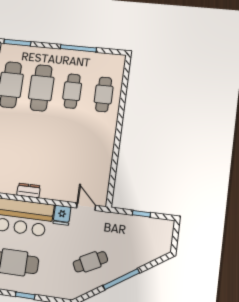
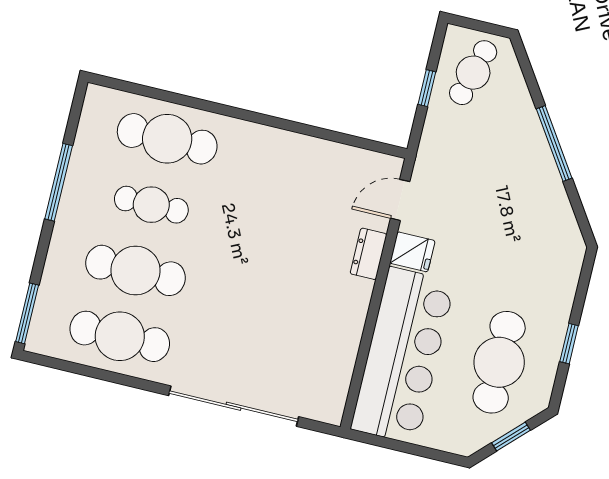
cafe table: (104, 94) -> (167, 139), width x1.37, depth x1.35
dresser: (29, 191) -> (368, 254), moved
cafe table: (90, 262) -> (473, 73), moved, turned 43

